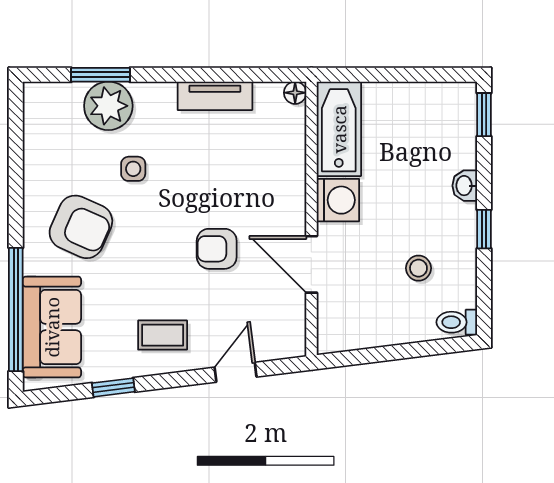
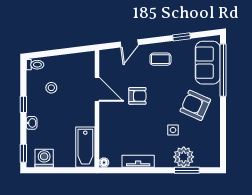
washing machine: (338, 200) -> (44, 158), moved, turned 90

